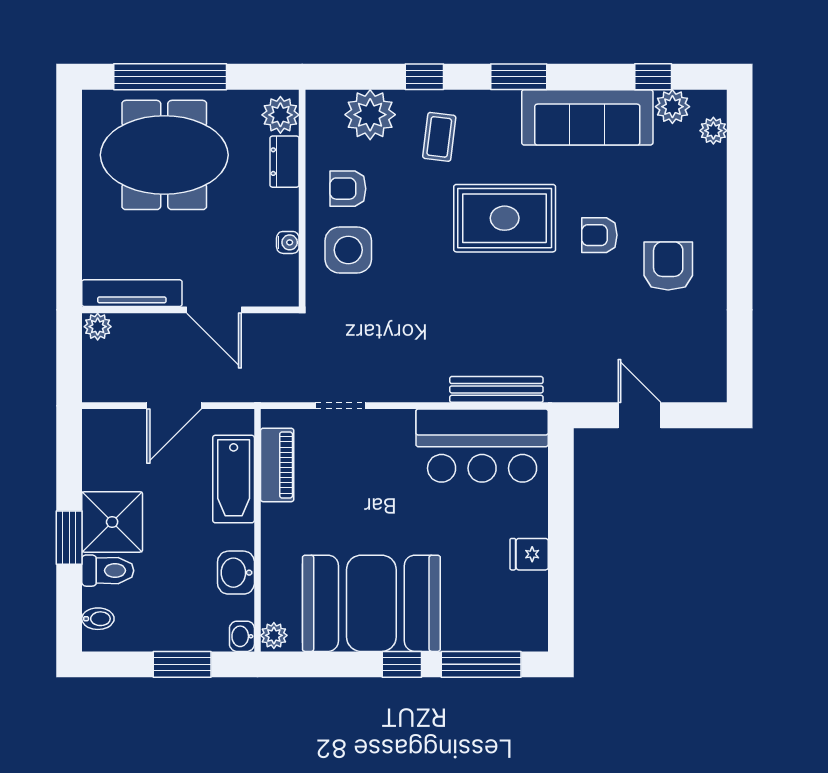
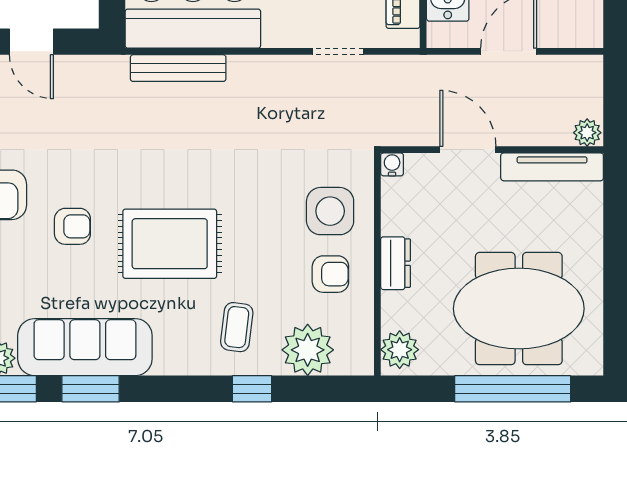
window: (519, 77) -> (91, 389), moved
dresser: (285, 162) -> (395, 263), moved
water cooler: (288, 242) -> (392, 164), moved, turned 90

